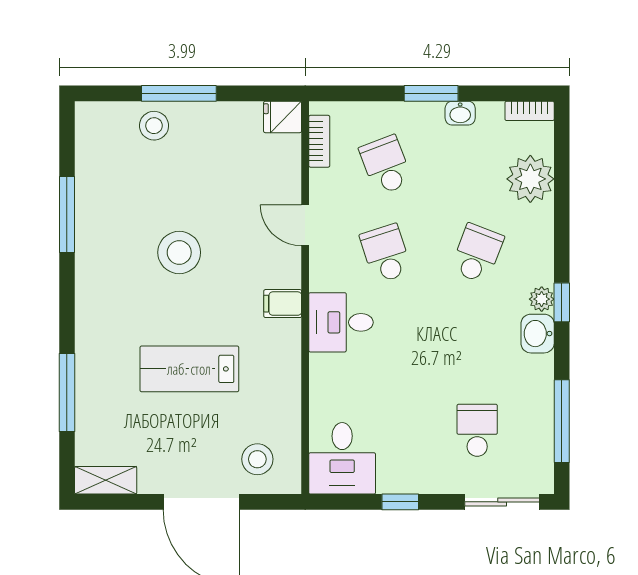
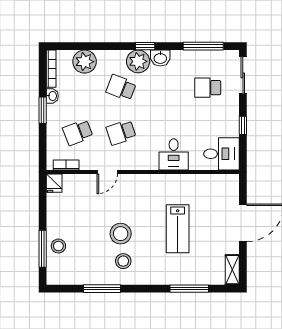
window: (179, 93) -> (43, 249), moved
bookcase: (530, 111) -> (51, 69), width x1.56
plant: (542, 299) -> (138, 61), width x1.88, depth x1.88
filing cabinet: (283, 304) -> (146, 183), removed
desk: (341, 322) -> (174, 154), moved
stool: (257, 459) -> (123, 261), moved

